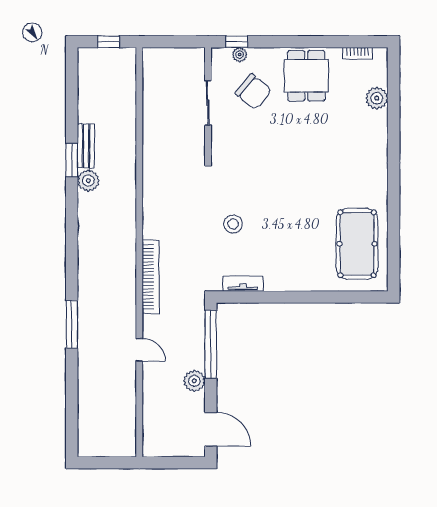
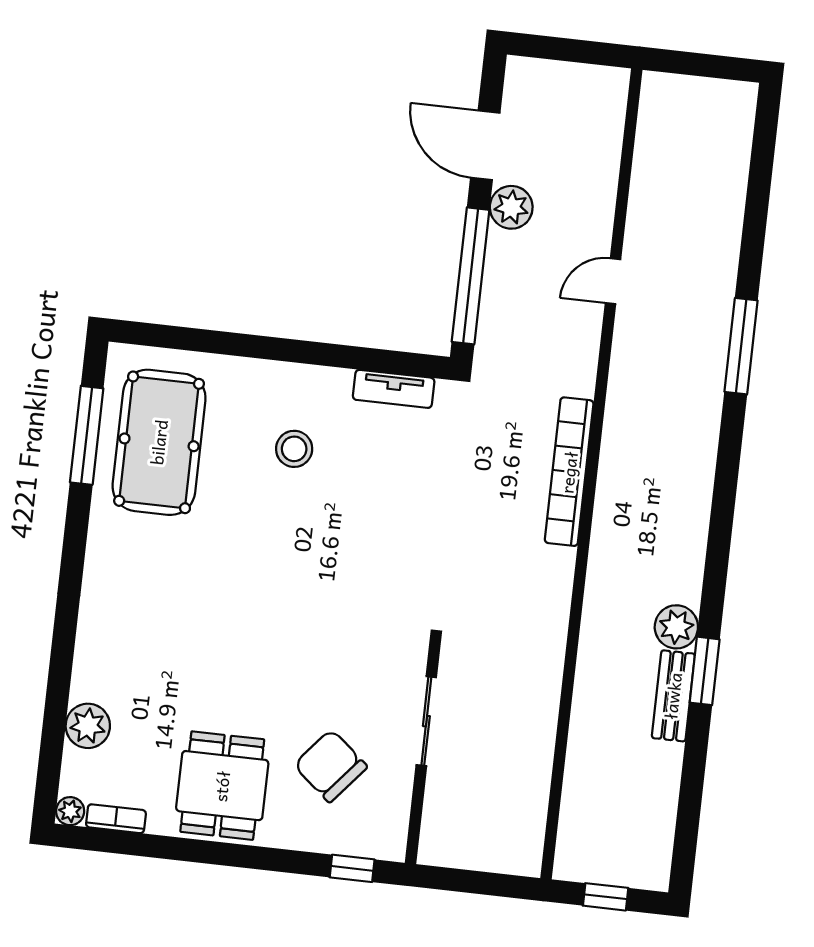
plant: (240, 55) -> (70, 811), moved
sliding door: (208, 103) -> (426, 721), moved
stool: (233, 224) -> (294, 449), moved
window: (394, 243) -> (87, 435), added
bookcase: (151, 277) -> (569, 472), moved
door: (139, 350) -> (613, 281), hinge flipped
door: (211, 429) -> (485, 145), moved

